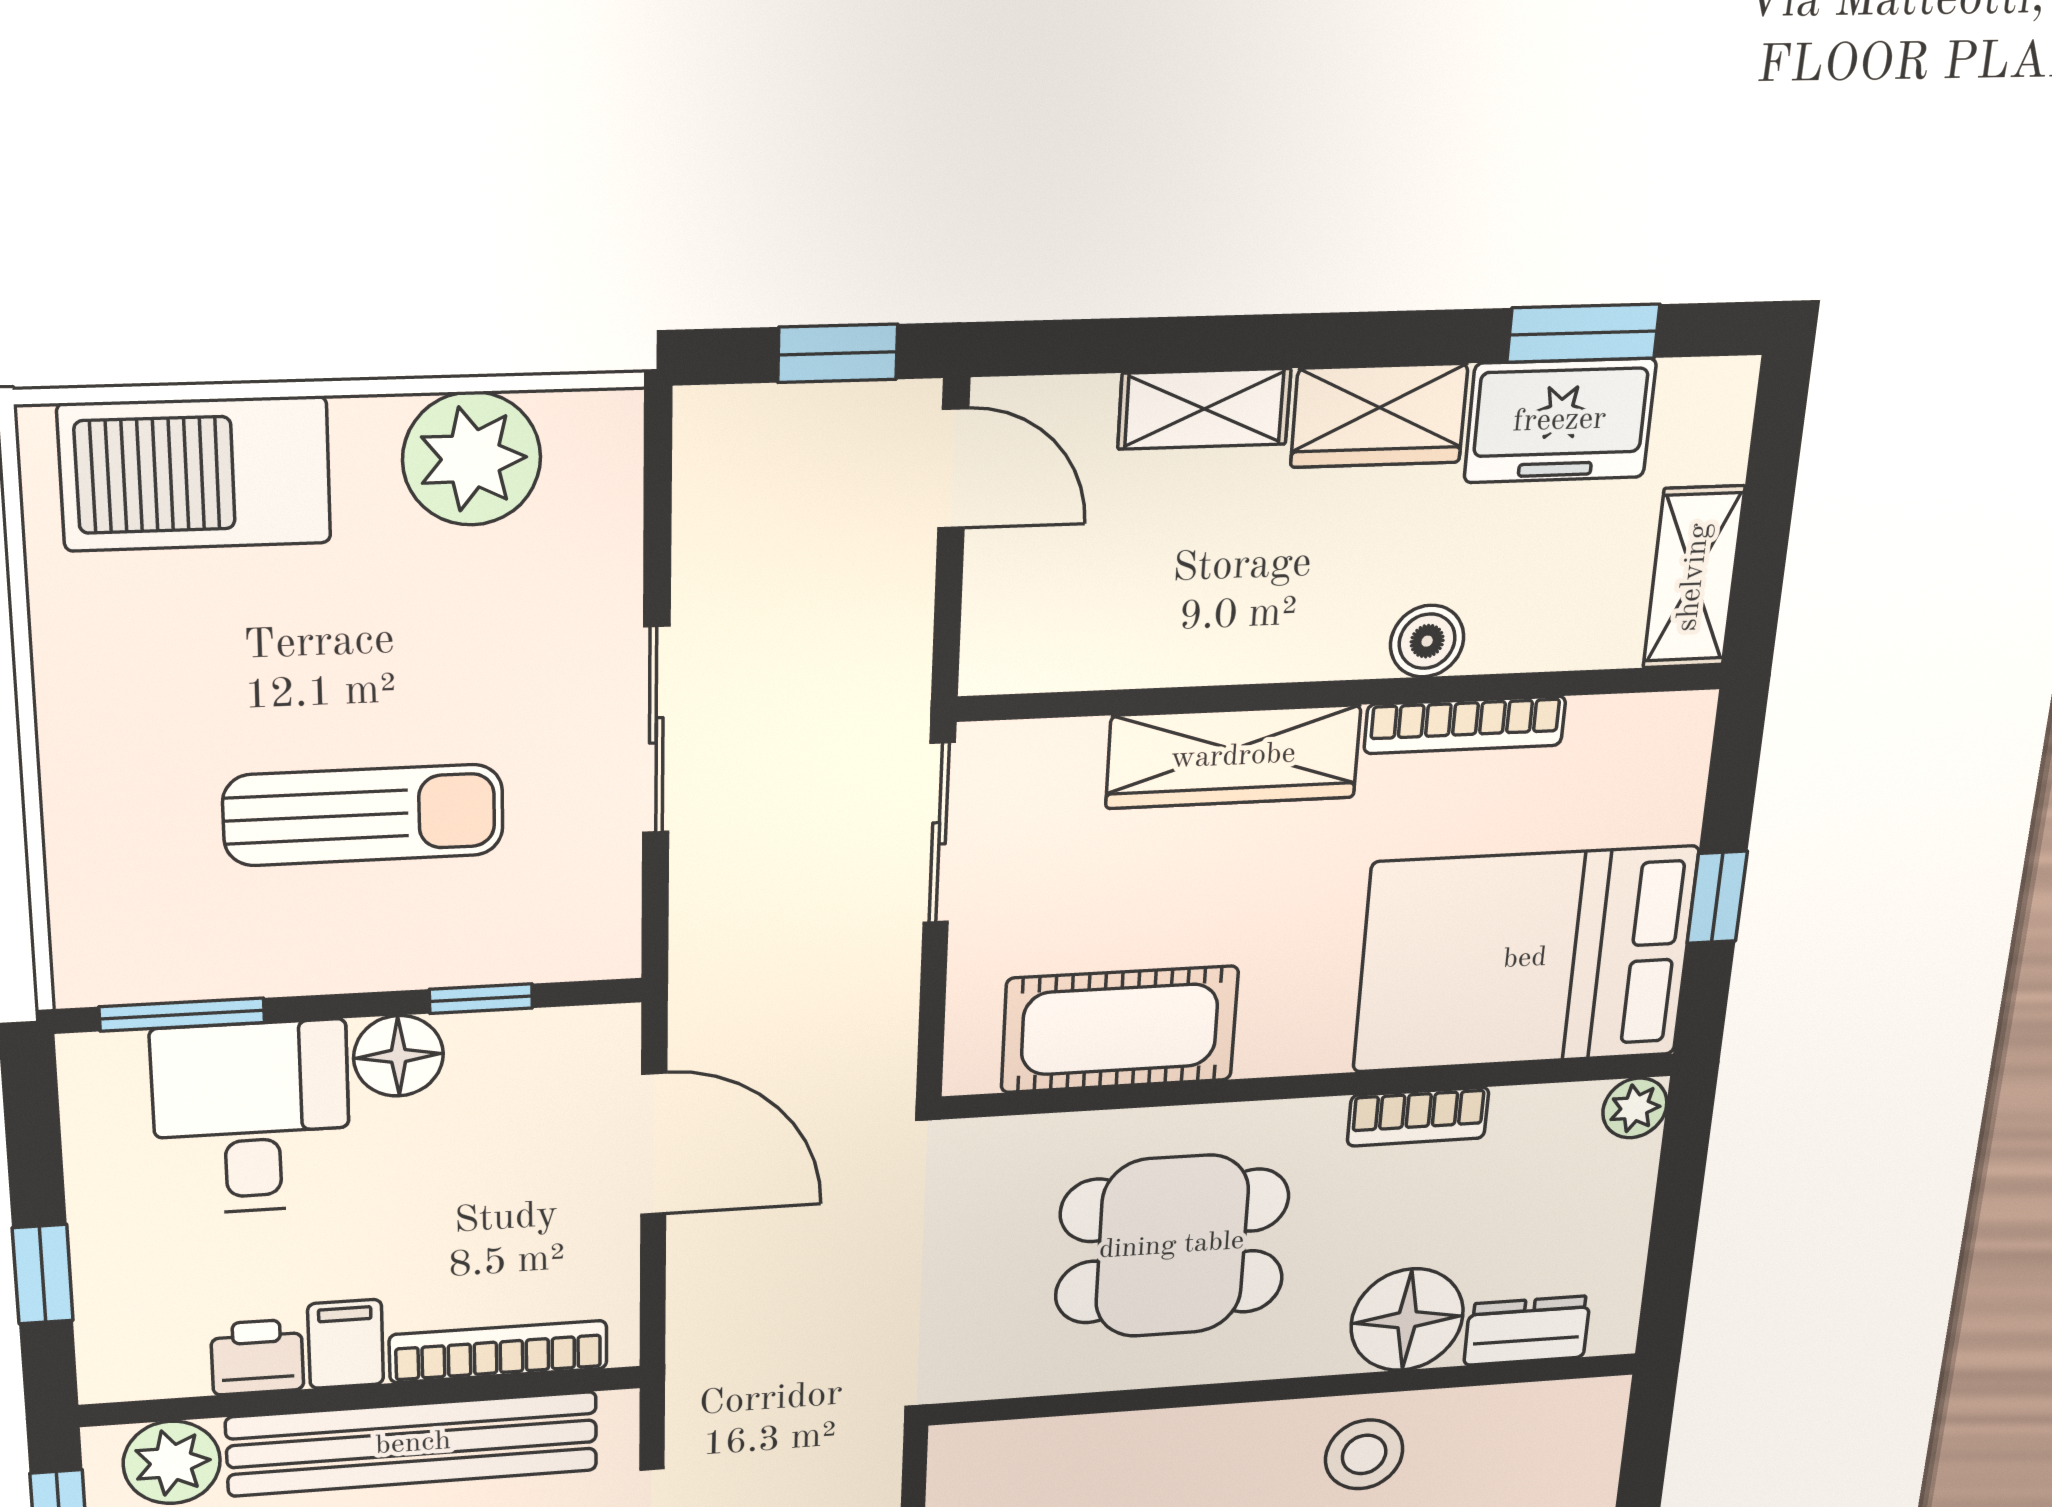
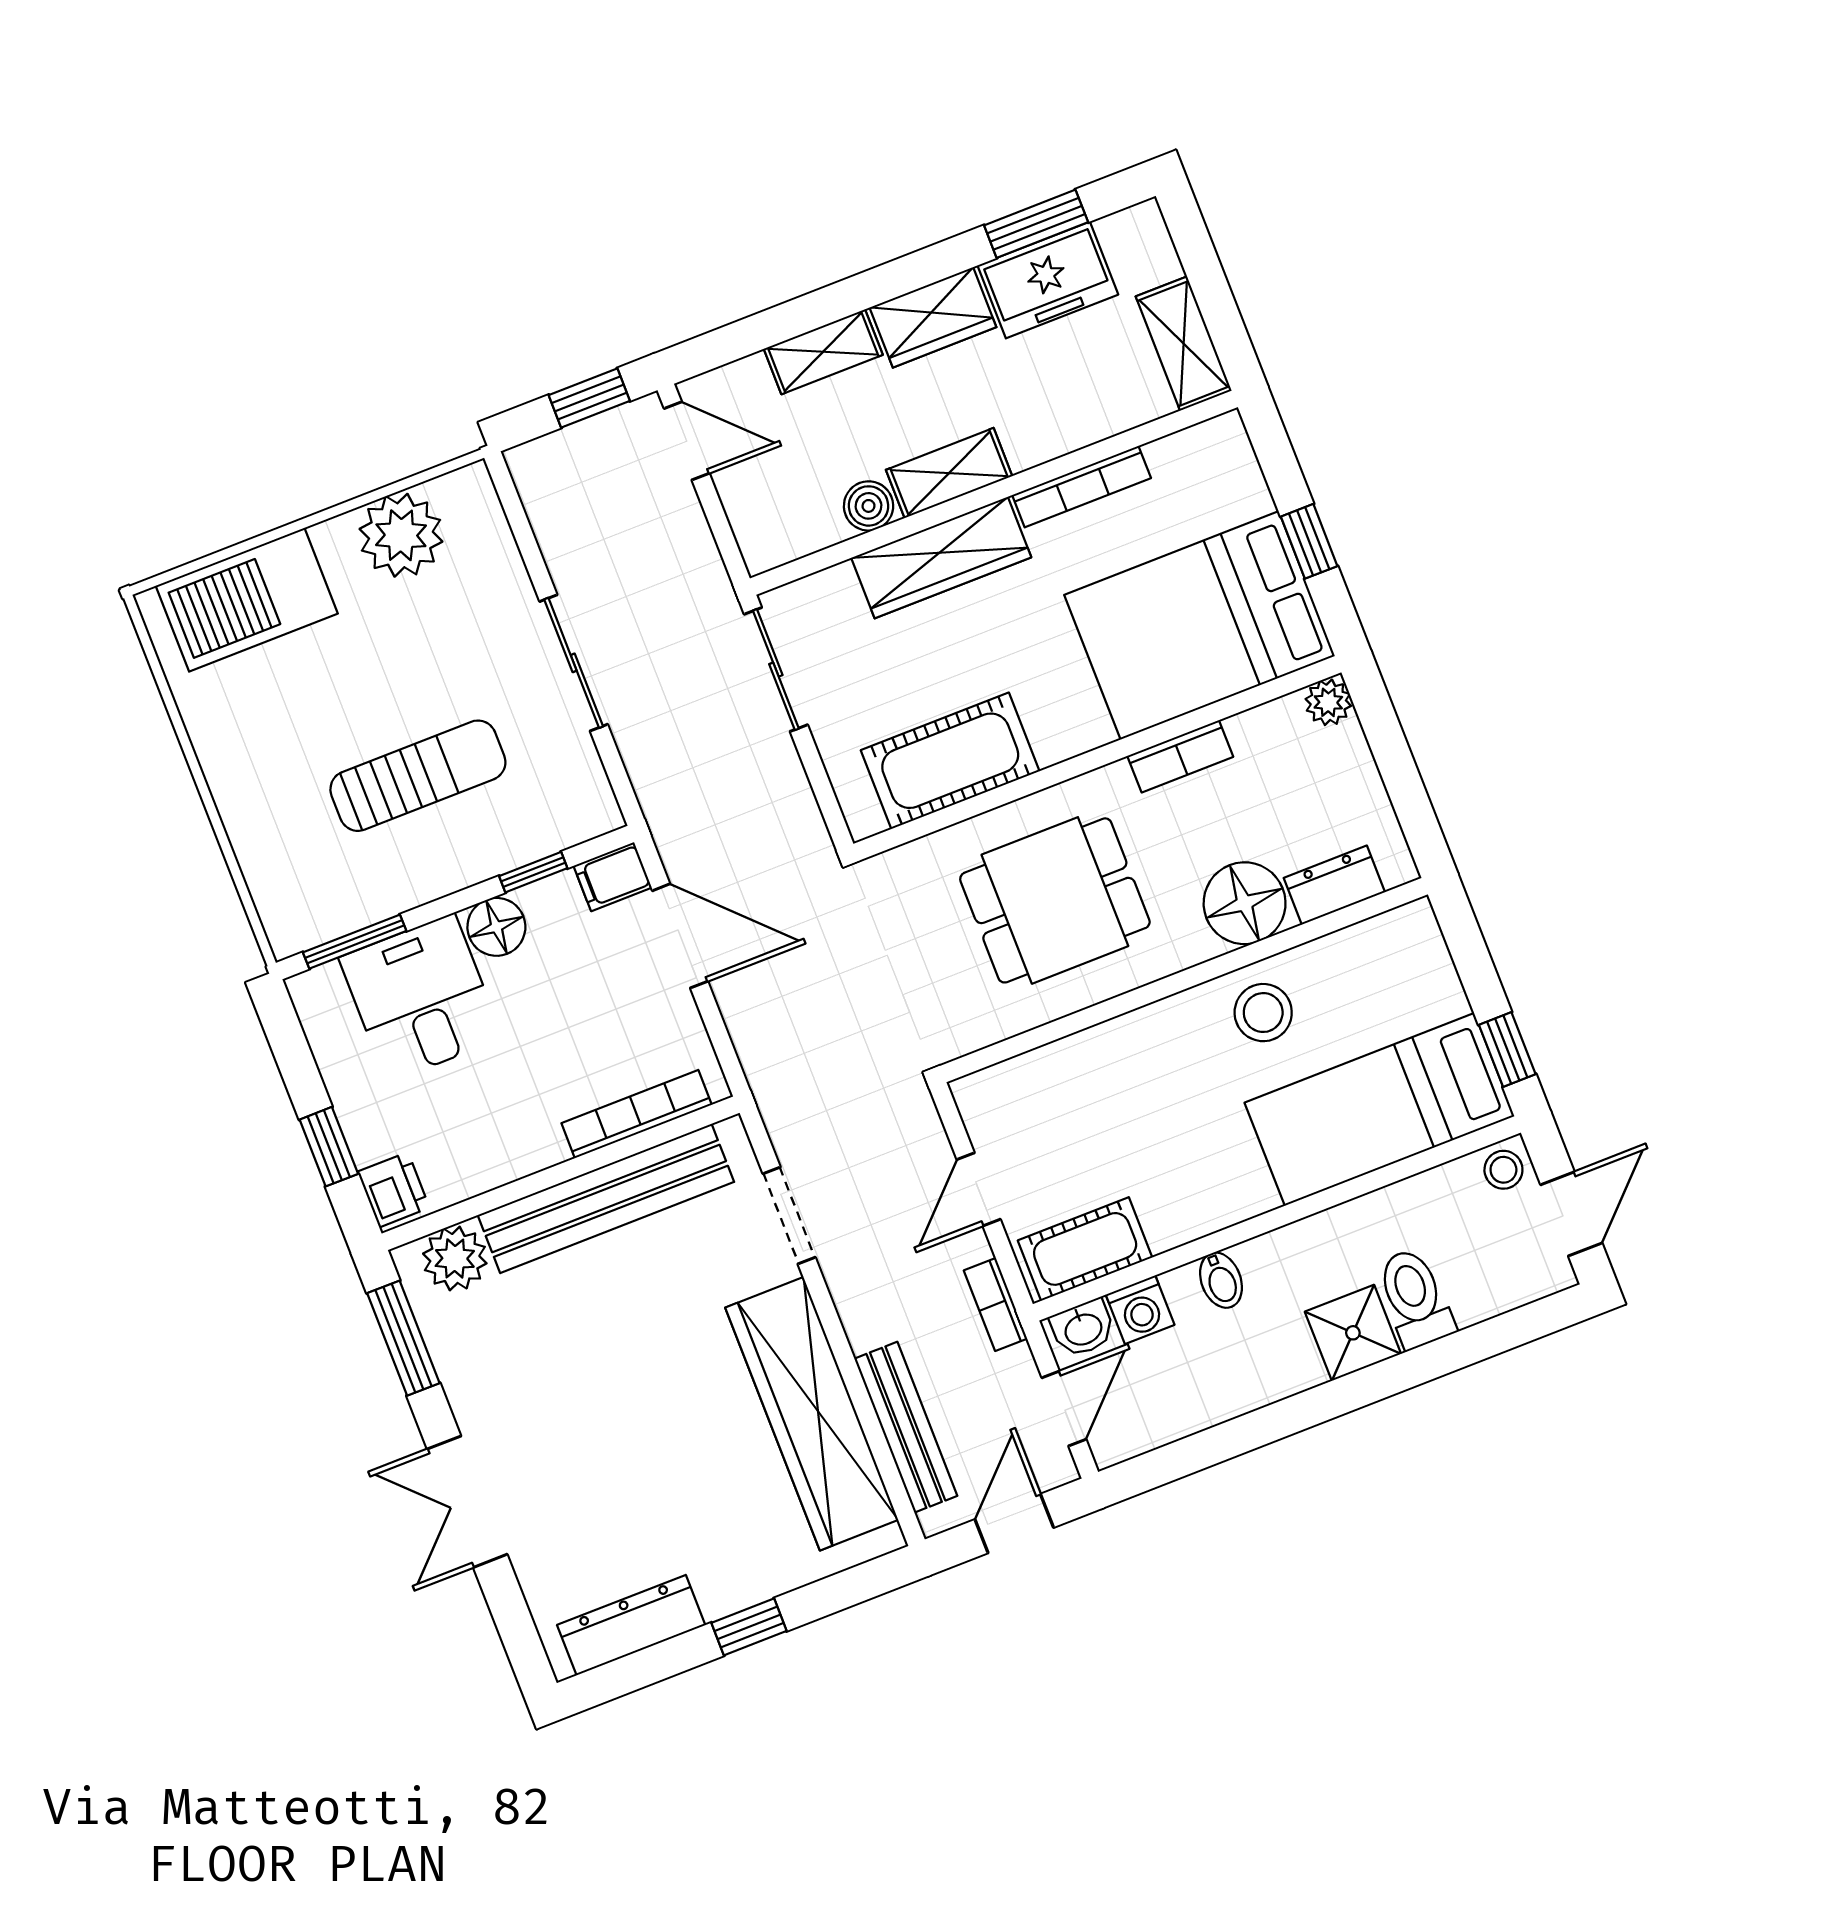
boiler: (1427, 641) -> (869, 506), moved
shelving: (1298, 644) -> (949, 473), added
filing cabinet: (346, 1344) -> (613, 877), moved, turned -90
printer: (257, 1357) -> (394, 1190), moved, turned 90

